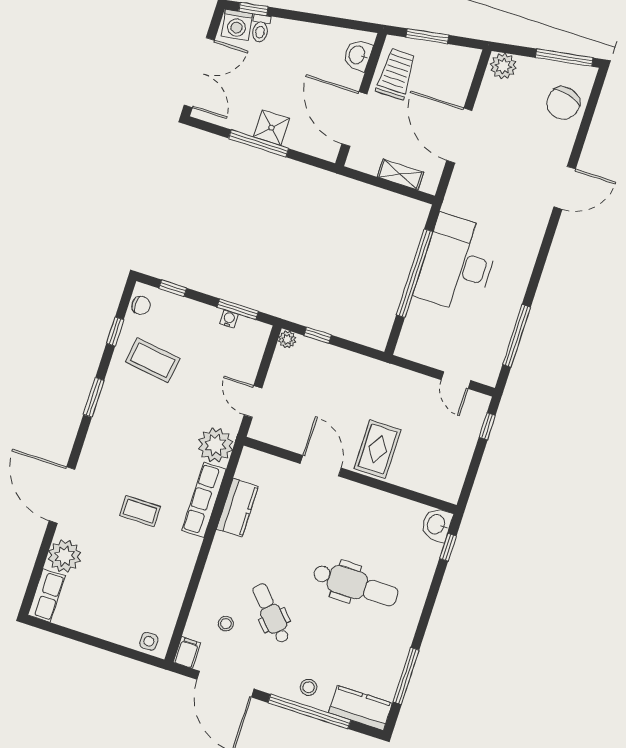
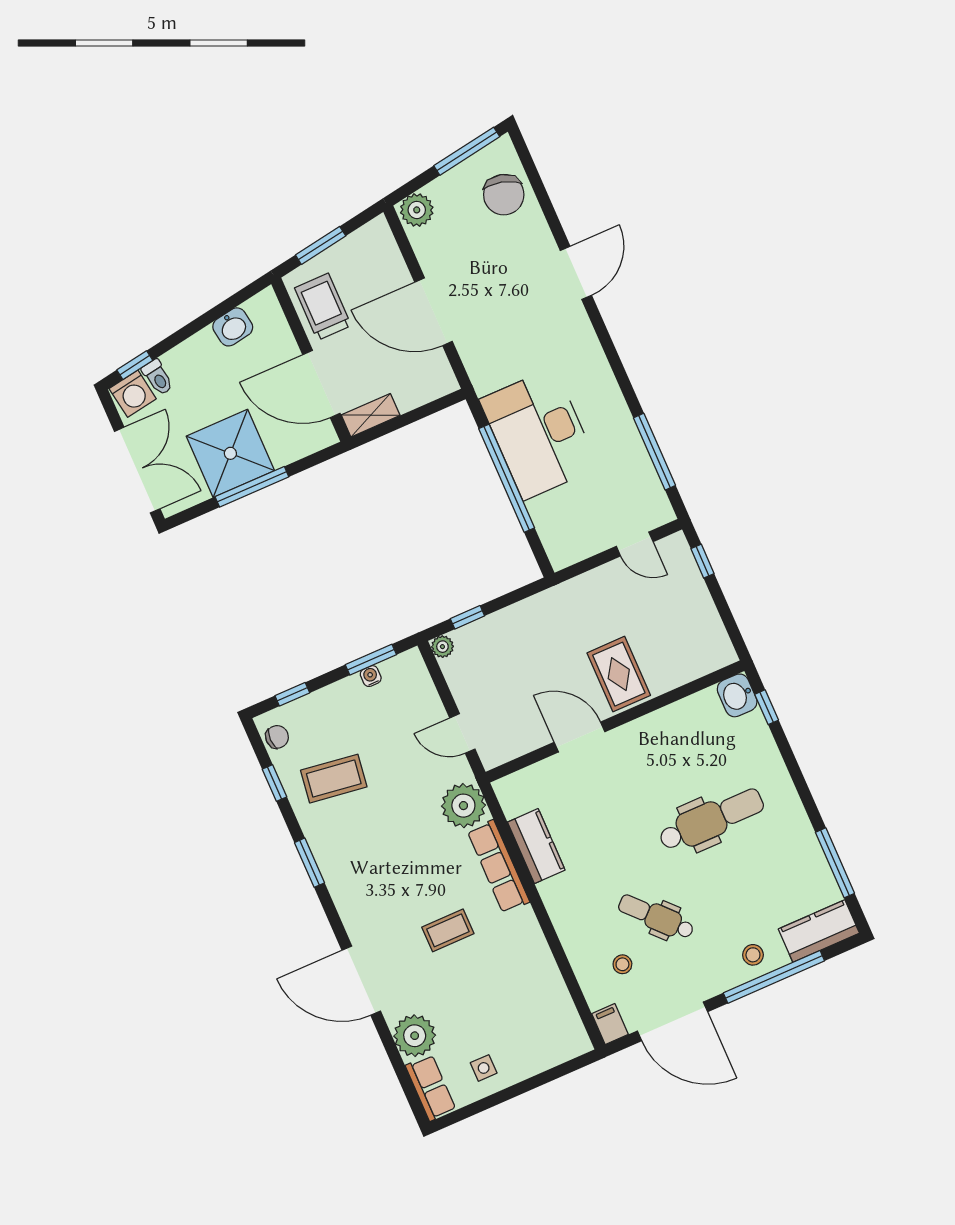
washbasin: (358, 55) -> (233, 327), moved, turned -99
shower: (271, 128) -> (230, 453), width x1.86, depth x1.86
shelving: (400, 175) -> (371, 415), moved
side table: (149, 641) -> (484, 1068), moved

